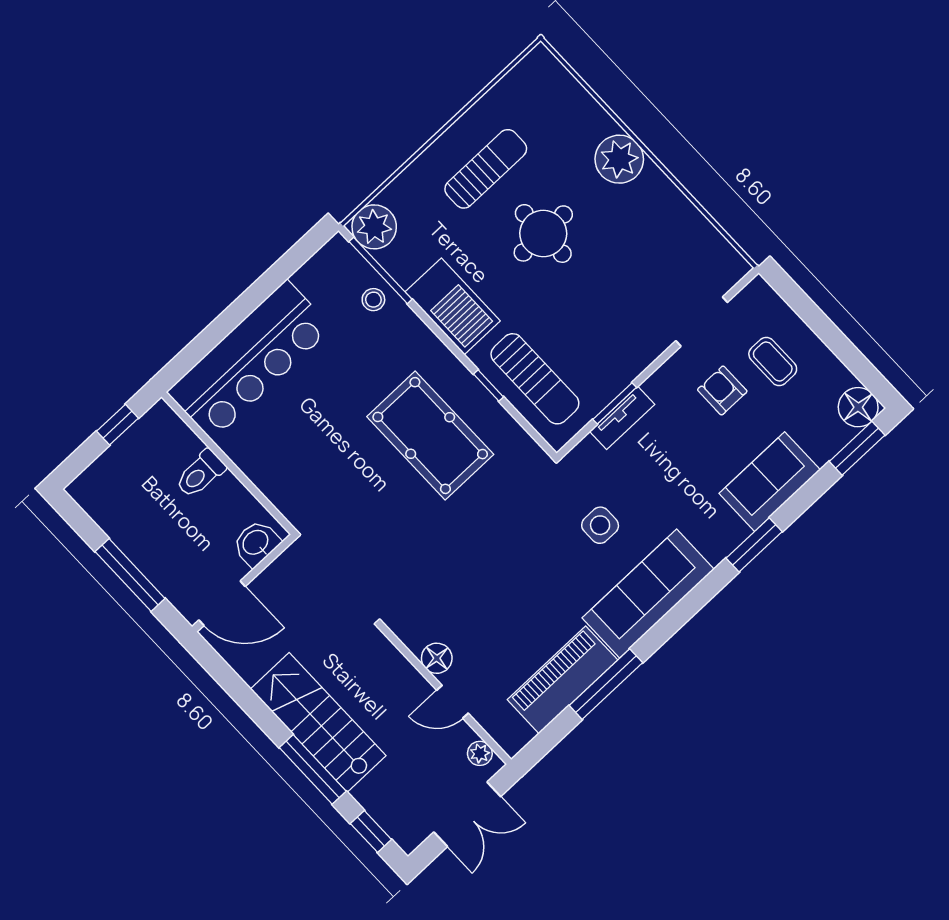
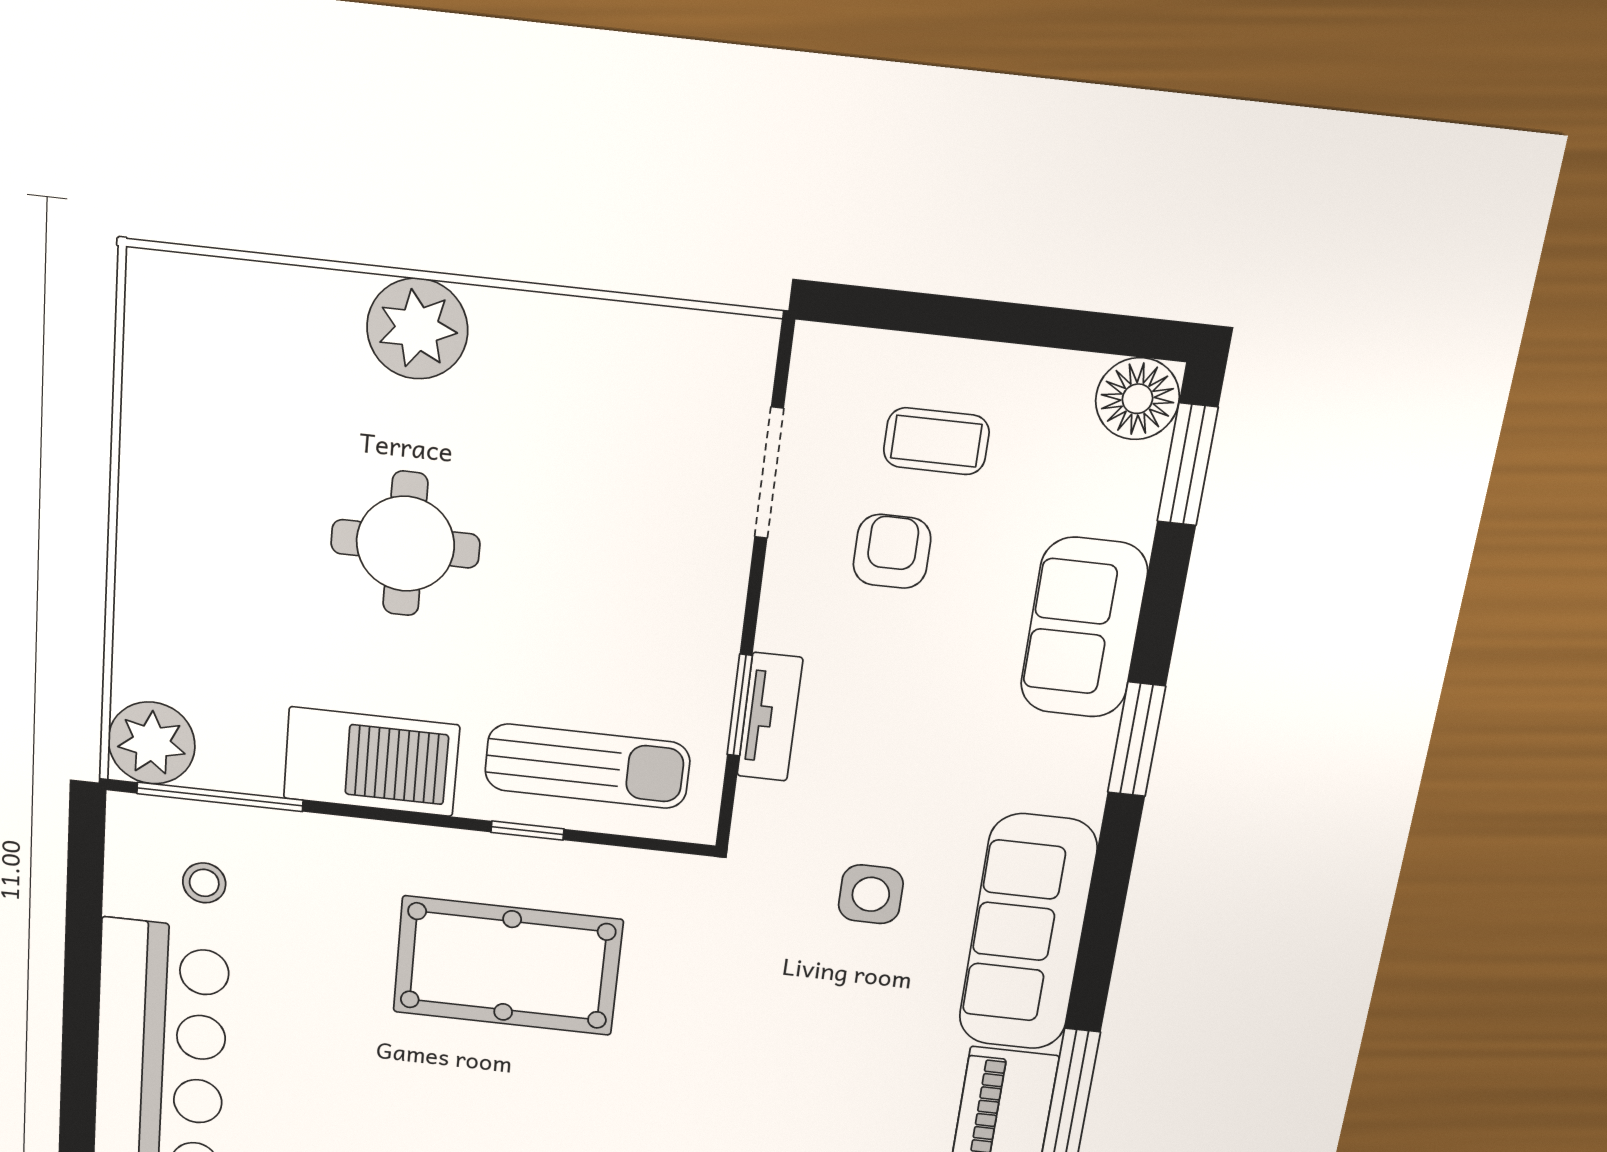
sun lounger: (486, 169) -> (230, 520), removed
stool: (373, 300) -> (204, 883), moved
armchair: (722, 390) -> (892, 551), turned 90

